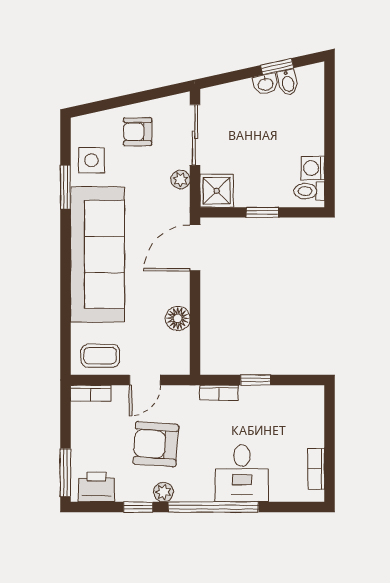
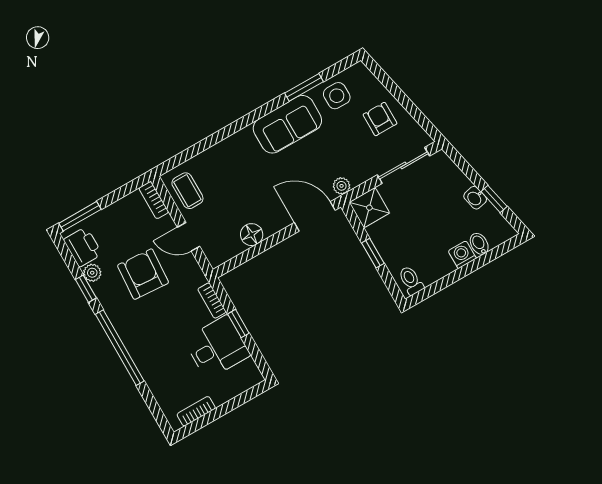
bidet: (288, 82) -> (479, 244), moved, turned 103
washing machine: (313, 168) -> (462, 255), moved
plant: (180, 180) -> (342, 186), moved
sofa: (97, 254) -> (287, 124), width x0.54, depth x0.79
desk: (242, 473) -> (217, 347), moved, turned 180
plant: (163, 492) -> (92, 273), moved

